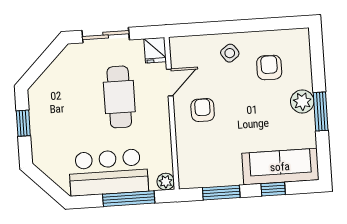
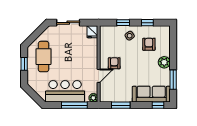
window: (263, 25) -> (147, 23), added
window: (215, 28) -> (123, 23), added
door: (170, 83) -> (99, 76), moved
cafe table: (119, 97) -> (44, 57), moved
window: (321, 112) -> (173, 80), moved
window: (273, 189) -> (158, 105), moved

